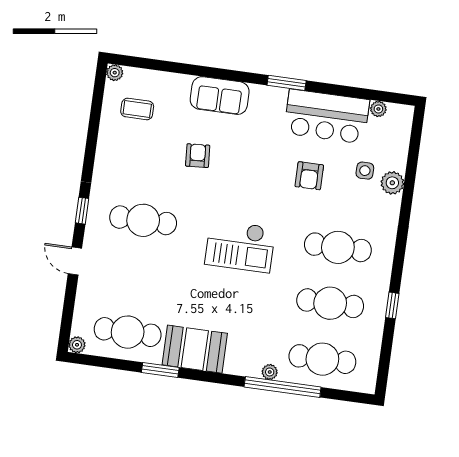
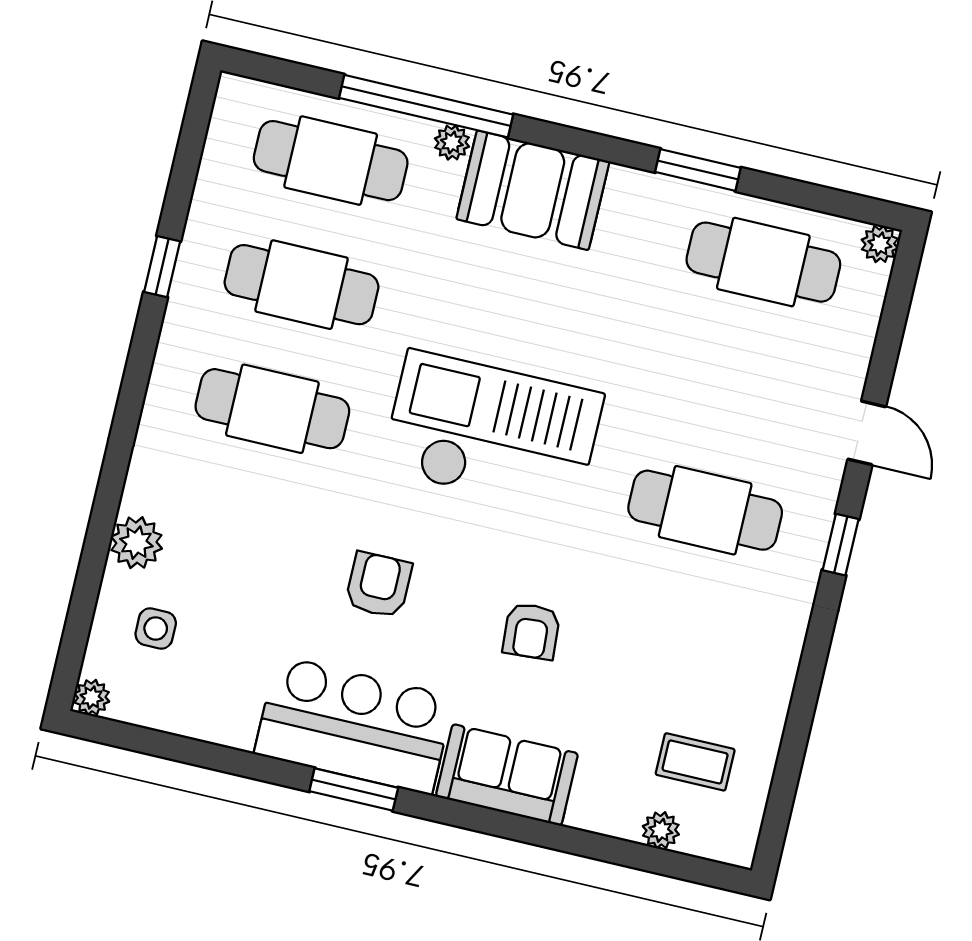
plant: (115, 73) -> (661, 830), moved
plant: (378, 109) -> (92, 697), moved
bar counter: (327, 116) -> (354, 725), moved
armchair: (198, 156) -> (531, 631), moved
side table: (365, 171) -> (156, 629), moved
armchair: (309, 176) -> (378, 585), moved
checkout: (240, 246) -> (492, 432), width x1.36, depth x1.21
booth: (195, 349) -> (533, 190), moved

